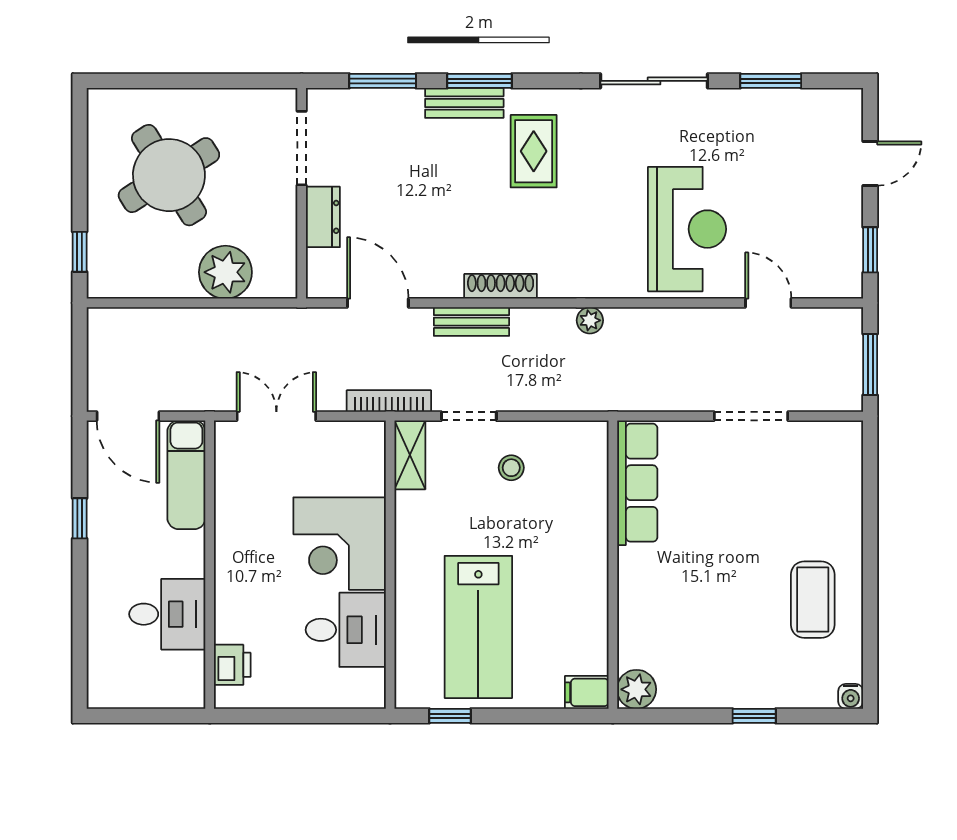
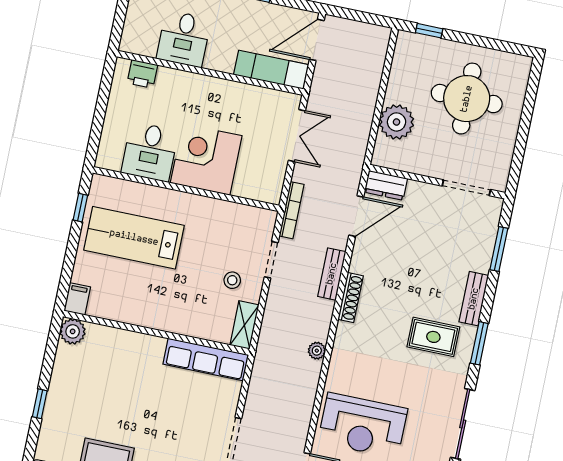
window: (480, 81) -> (479, 343), moved
round table: (169, 175) -> (467, 99), turned 32
dresser: (323, 217) -> (386, 185), moved
shelving: (410, 455) -> (244, 325), moved, turned 90

